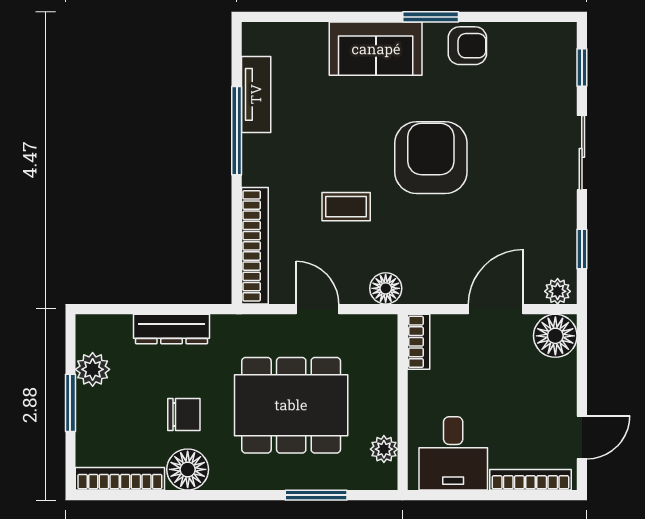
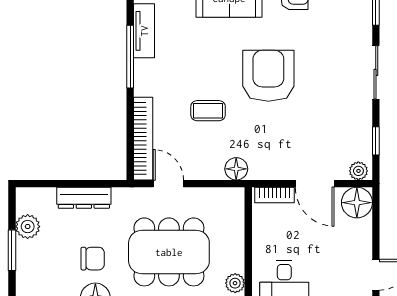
door: (317, 309) -> (168, 184), moved
door: (496, 309) -> (315, 184), swing flipped
bookcase: (419, 342) -> (275, 195), moved, turned 90

